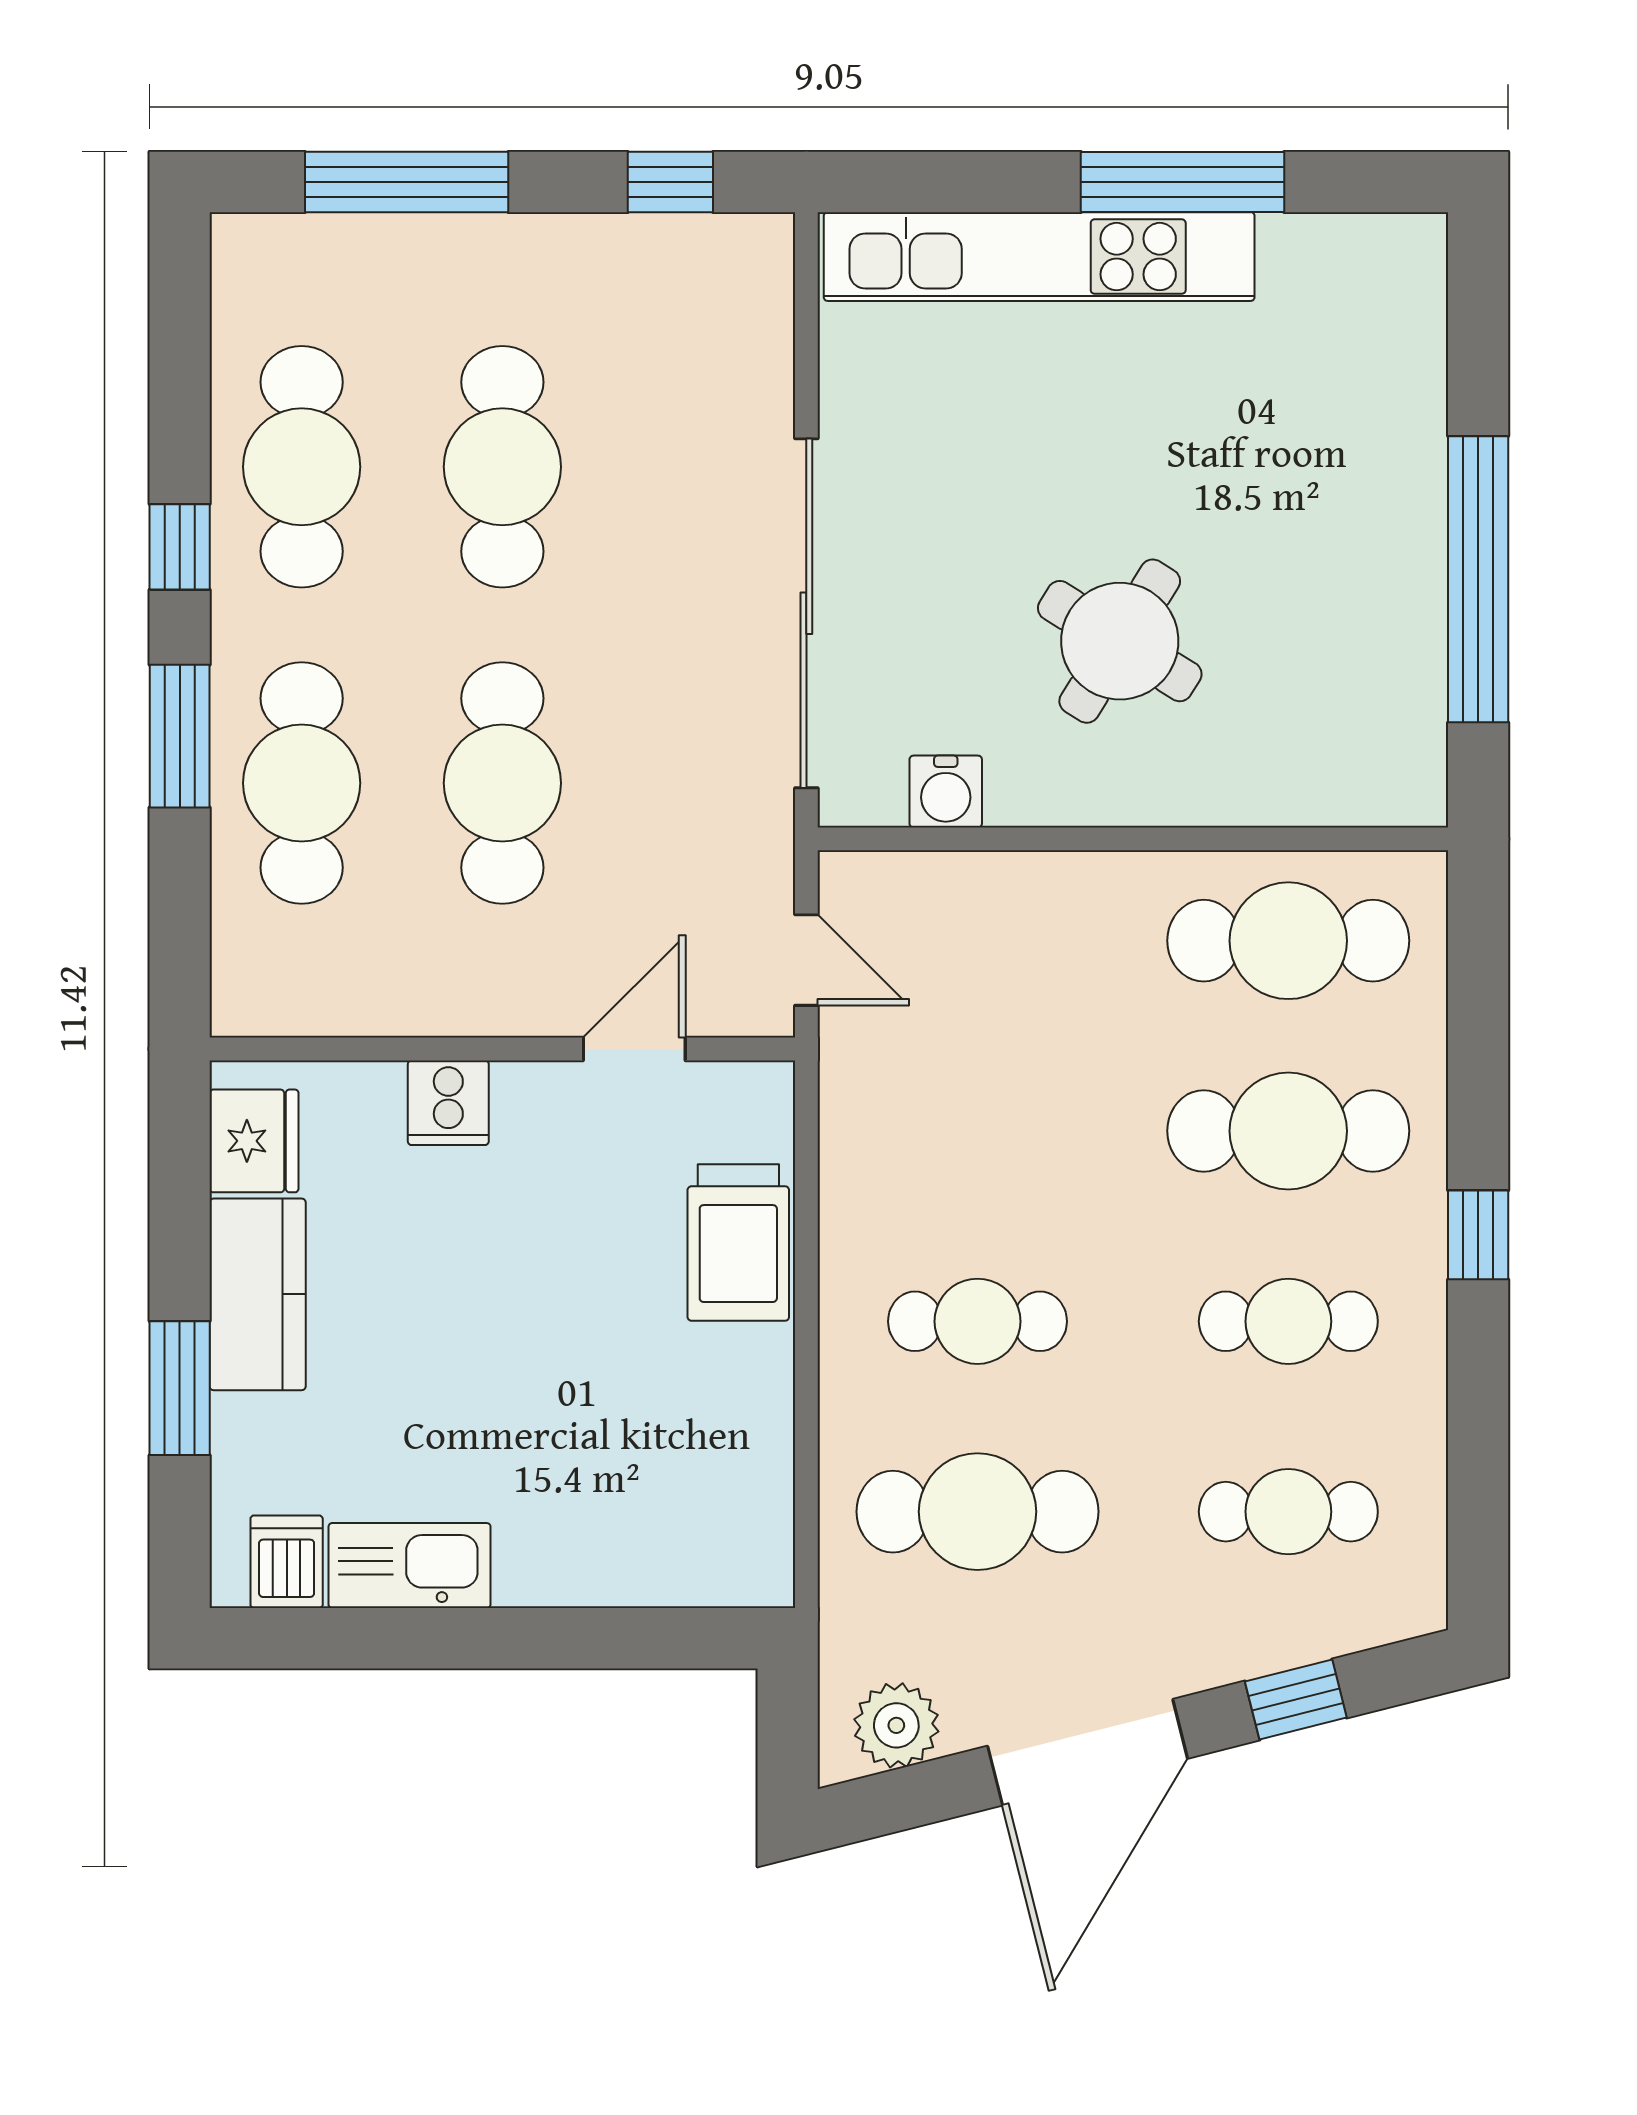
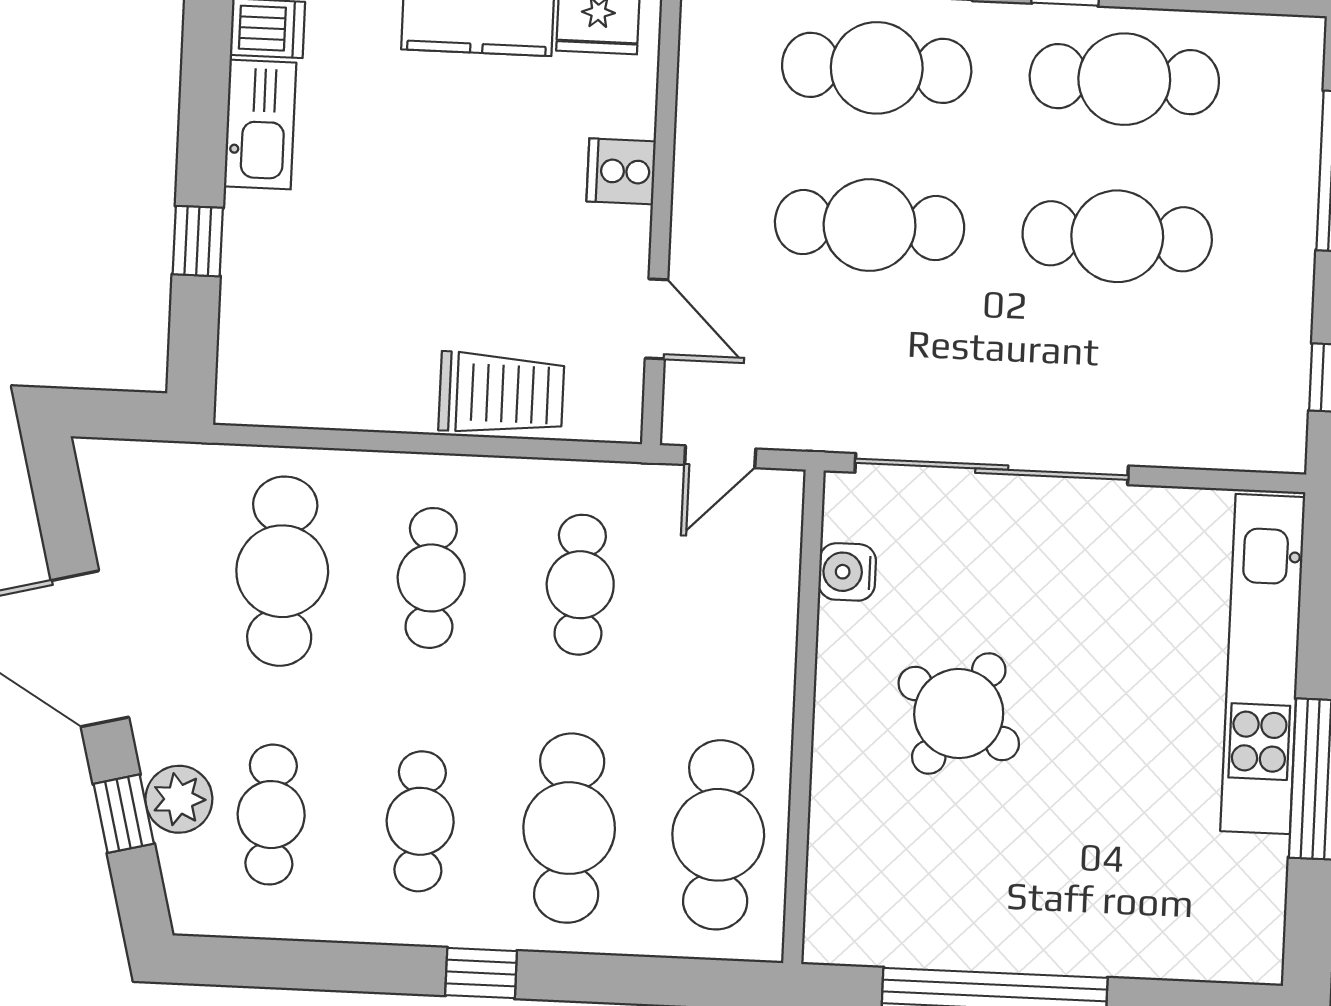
cafe table: (977, 1131) -> (580, 585), added
trolley: (738, 1243) -> (501, 393), turned 180
window: (562, 1638) -> (198, 241), added
plant: (896, 1725) -> (179, 799), moved

